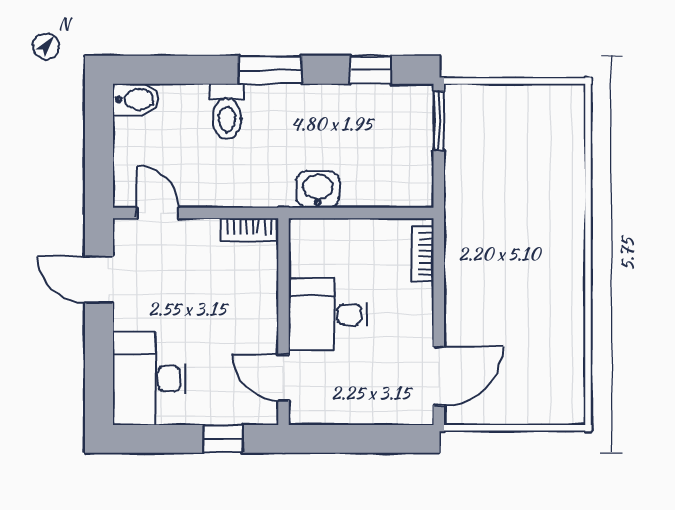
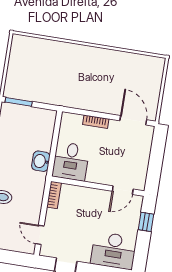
door: (158, 213) -> (40, 235), hinge flipped
bookcase: (423, 254) -> (96, 122), moved
desk: (328, 315) -> (71, 161), moved

